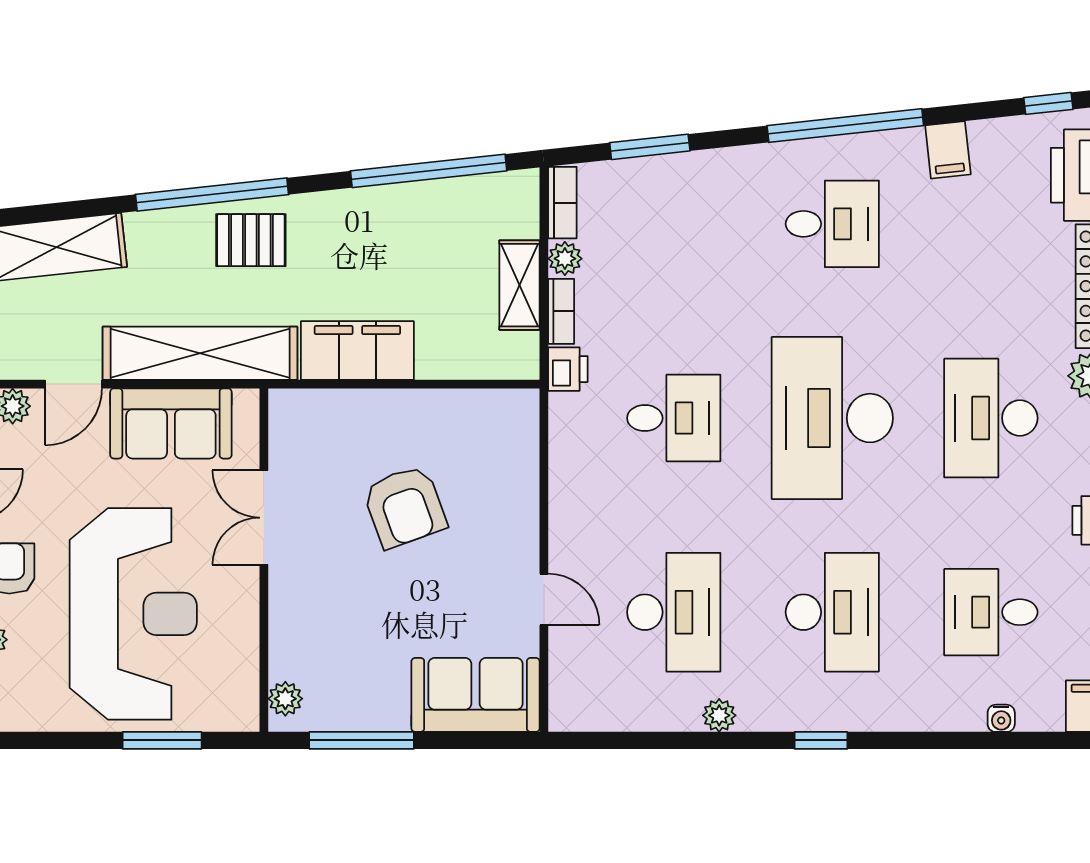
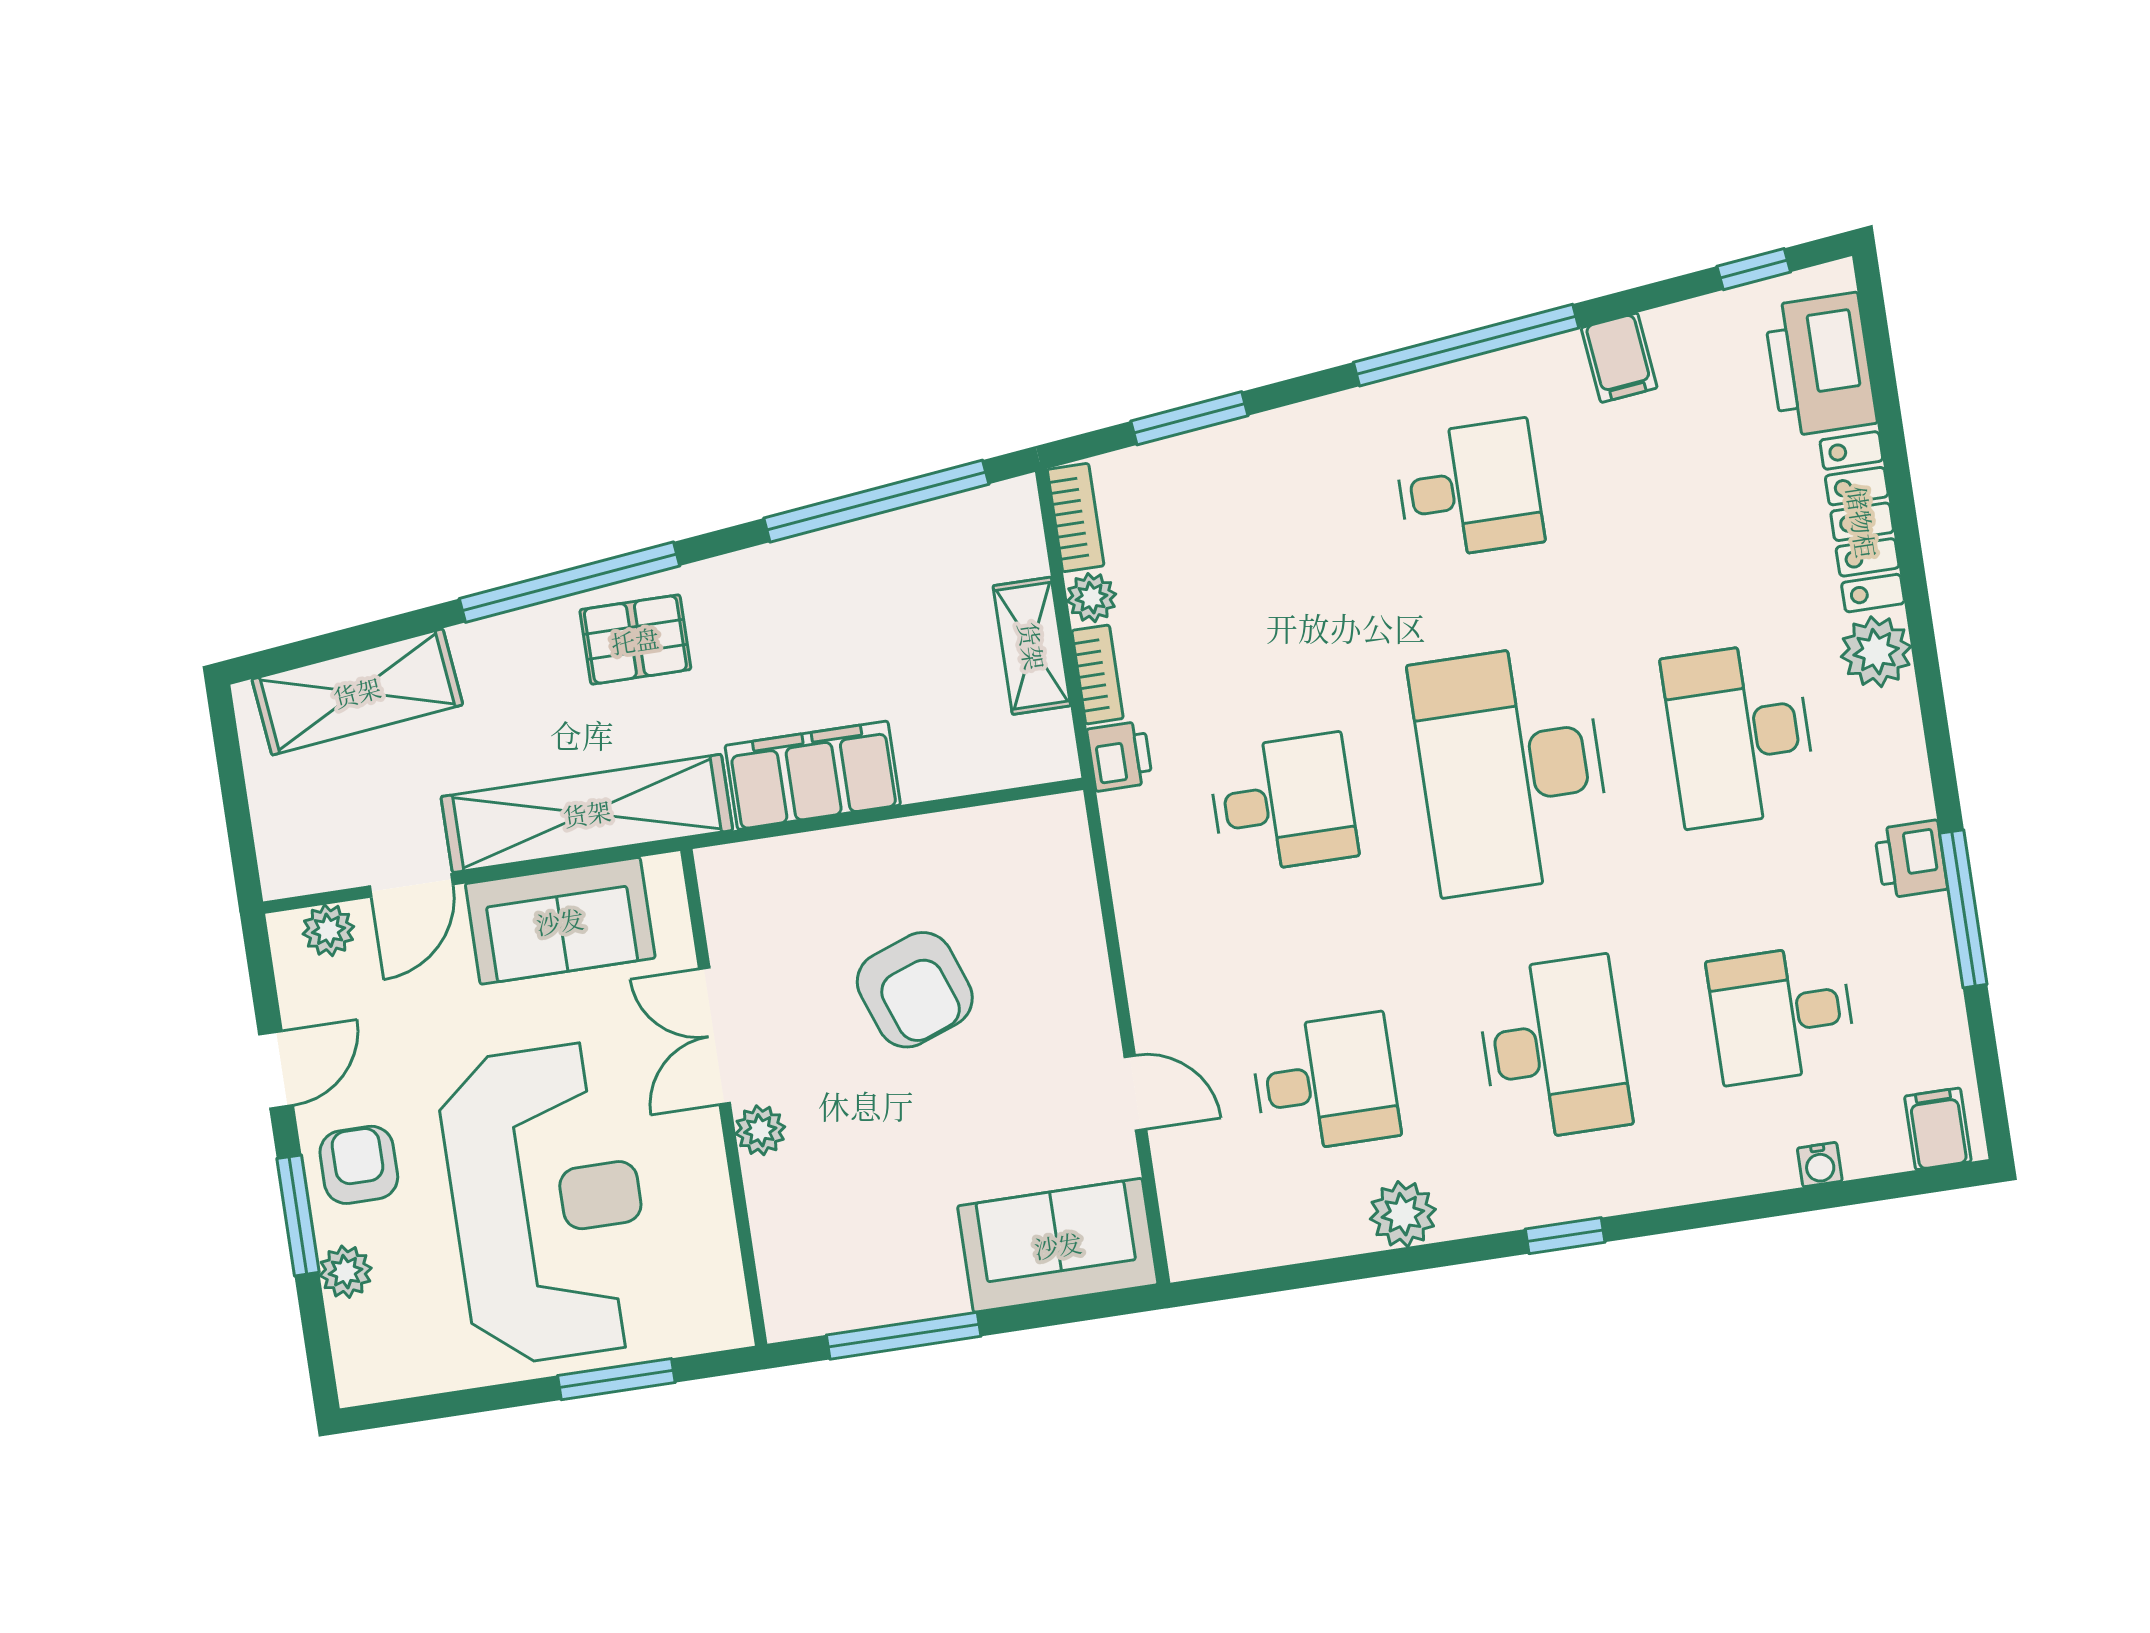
desk: (674, 612) -> (1325, 1083), width x0.73
plant: (285, 699) -> (760, 1130), moved
plant: (719, 715) -> (1403, 1214), width x1.38, depth x1.38

